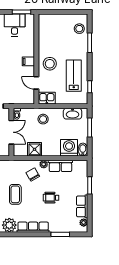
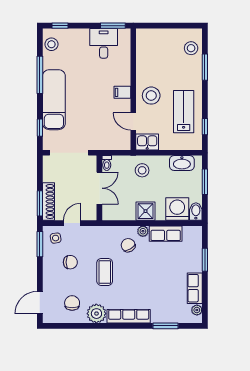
shower: (35, 149) -> (146, 211), moved
wheelchair: (51, 198) -> (153, 276), removed

